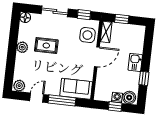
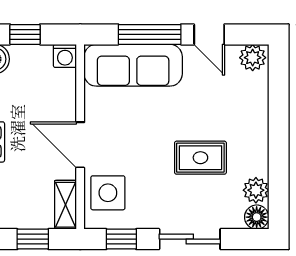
plant: (22, 47) -> (256, 190), moved
door: (97, 57) -> (80, 145), hinge flipped
sofa: (76, 89) -> (133, 65), width x1.36
door: (37, 98) -> (209, 34), hinge flipped
washing machine: (117, 98) -> (65, 56), moved

